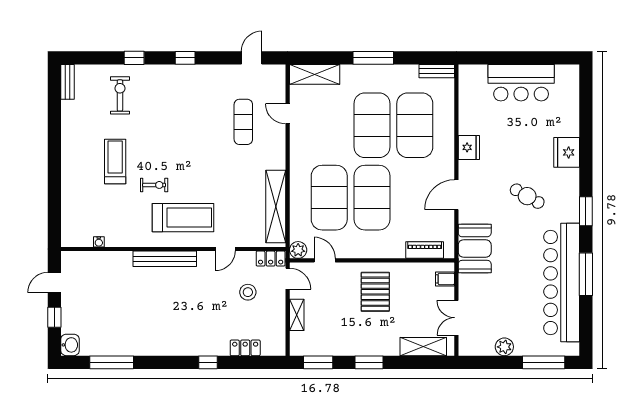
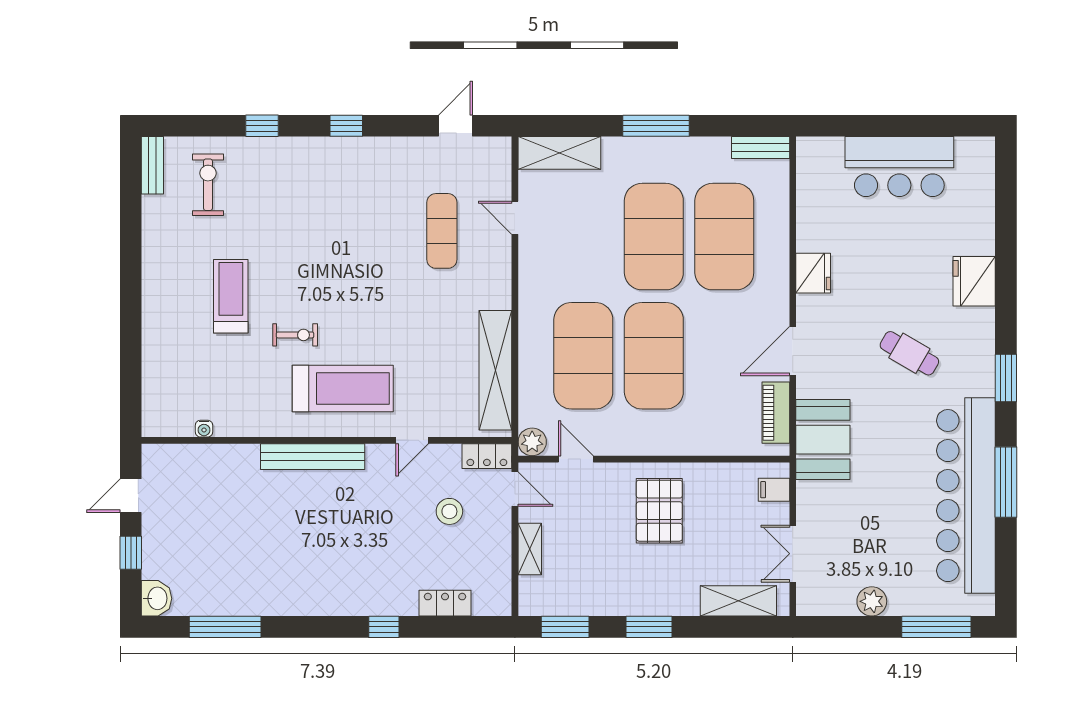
exercise bike: (120, 95) -> (208, 185), moved
piano: (425, 250) -> (776, 413), moved, turned -90

